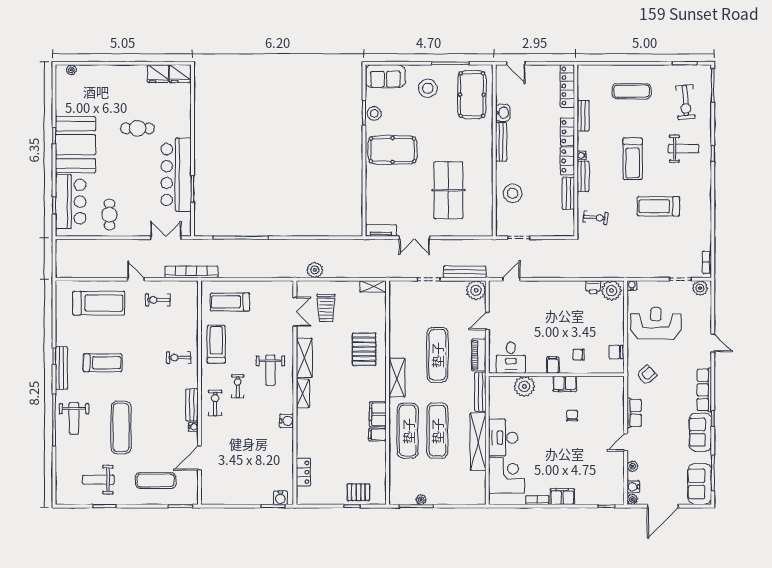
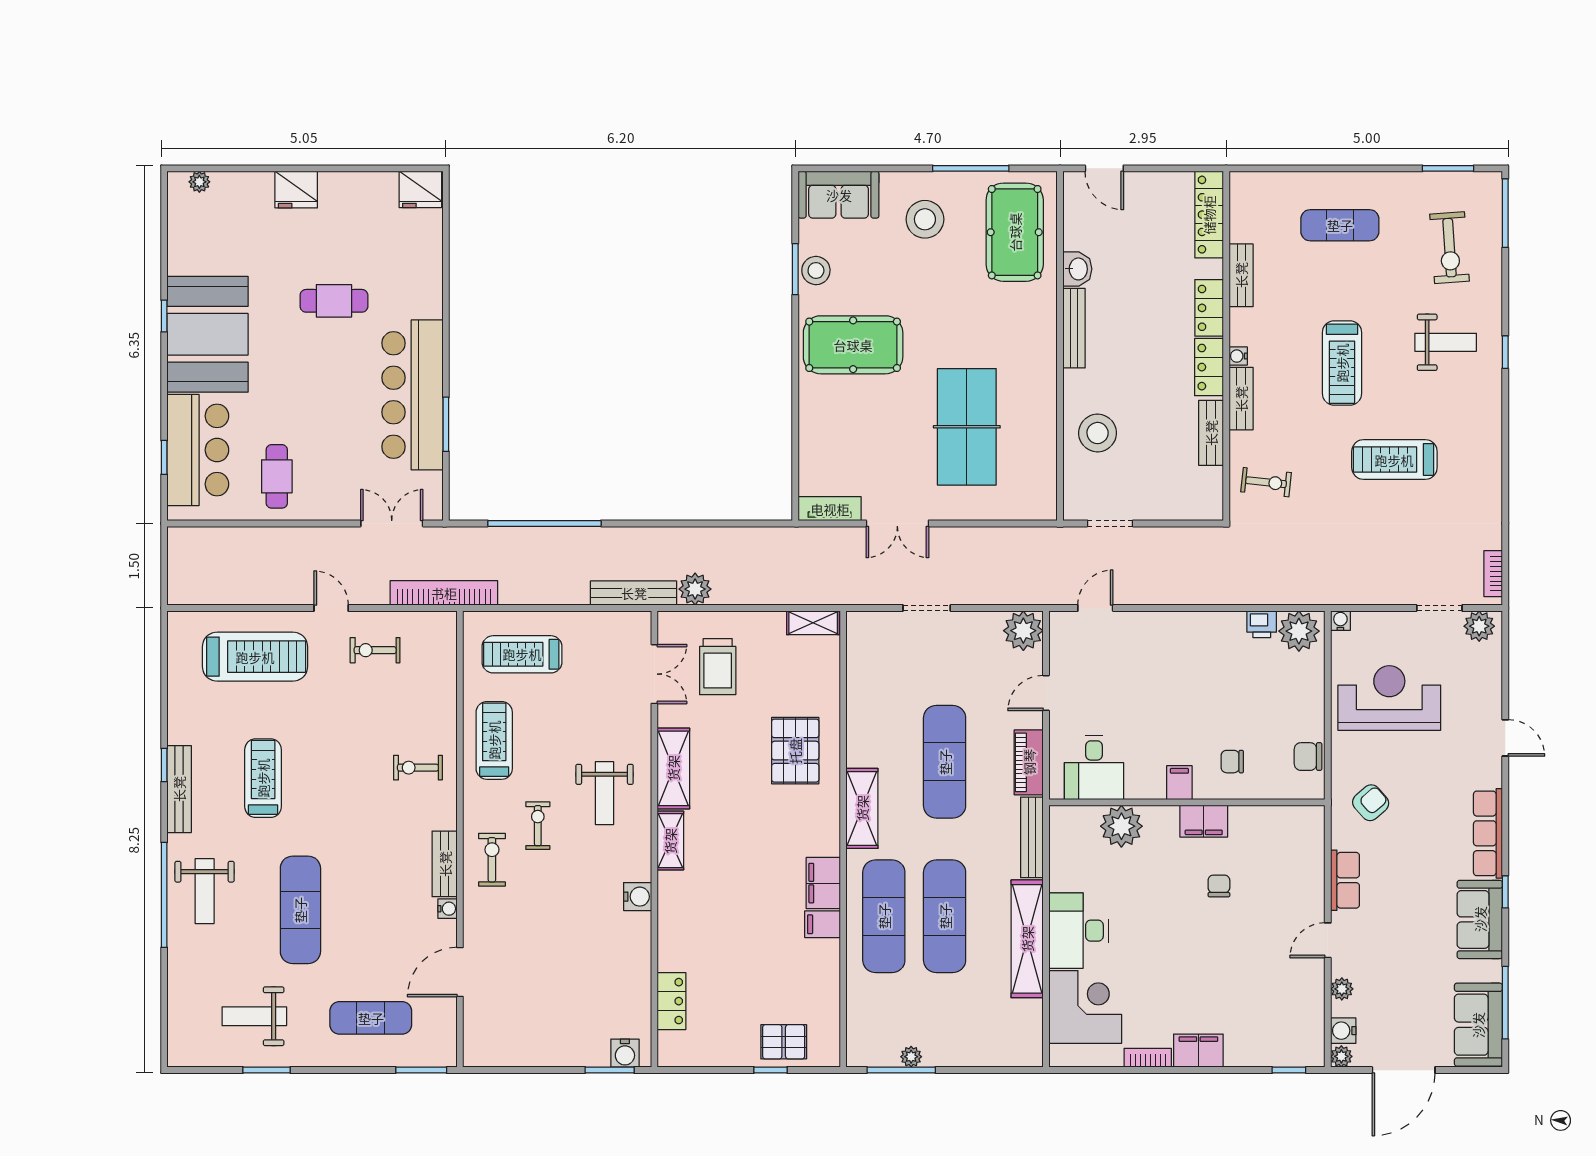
fridge: (158, 74) -> (296, 190), moved
bench: (465, 272) -> (634, 593), moved
treadmill: (103, 363) -> (263, 778), turned -90

